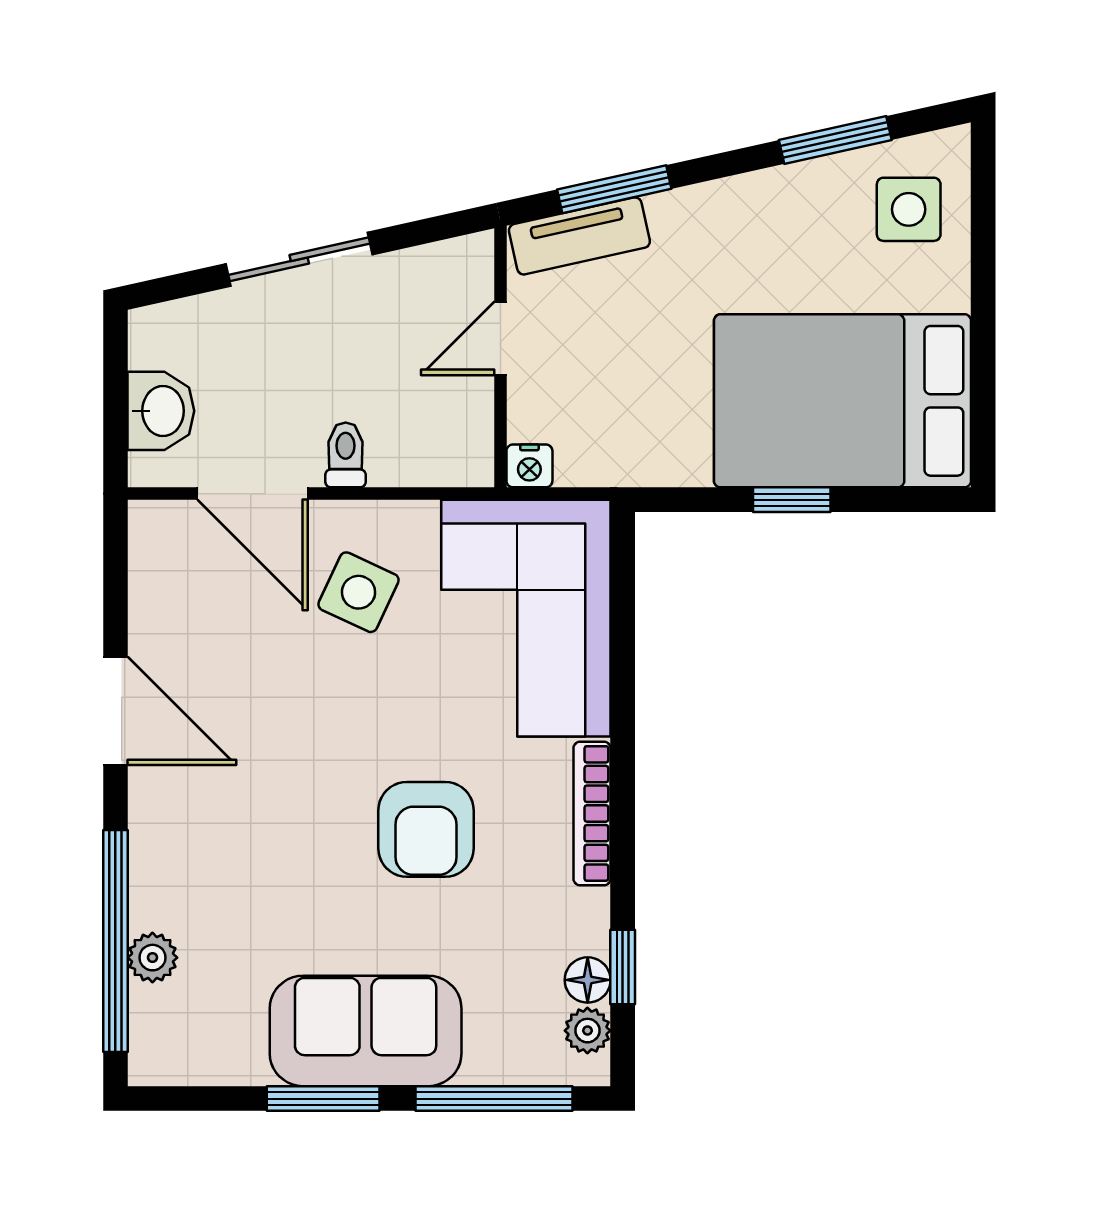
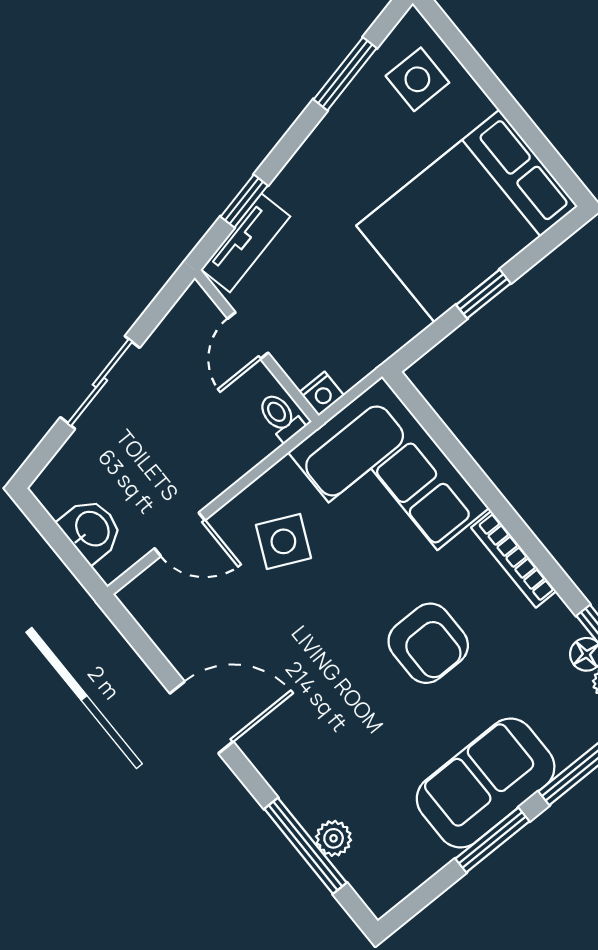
window: (614, 189) -> (244, 201), width x0.67
toilet: (346, 455) -> (281, 417), moved
door: (253, 494) -> (180, 534), width x0.73
window: (115, 941) -> (305, 846), width x0.68

